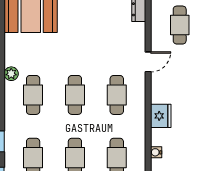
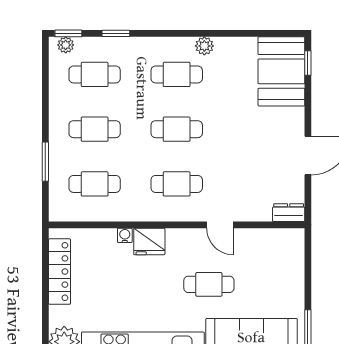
cafe table: (180, 25) -> (209, 284), moved
water cooler: (156, 152) -> (125, 235), moved

